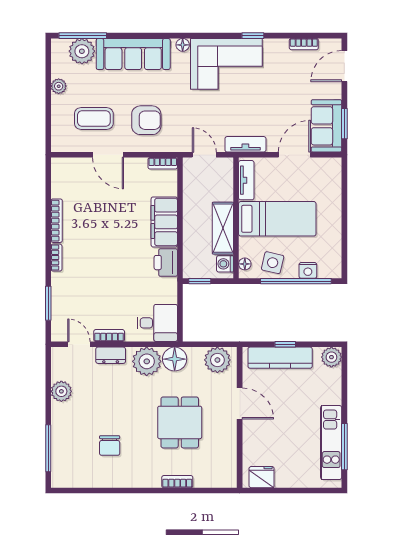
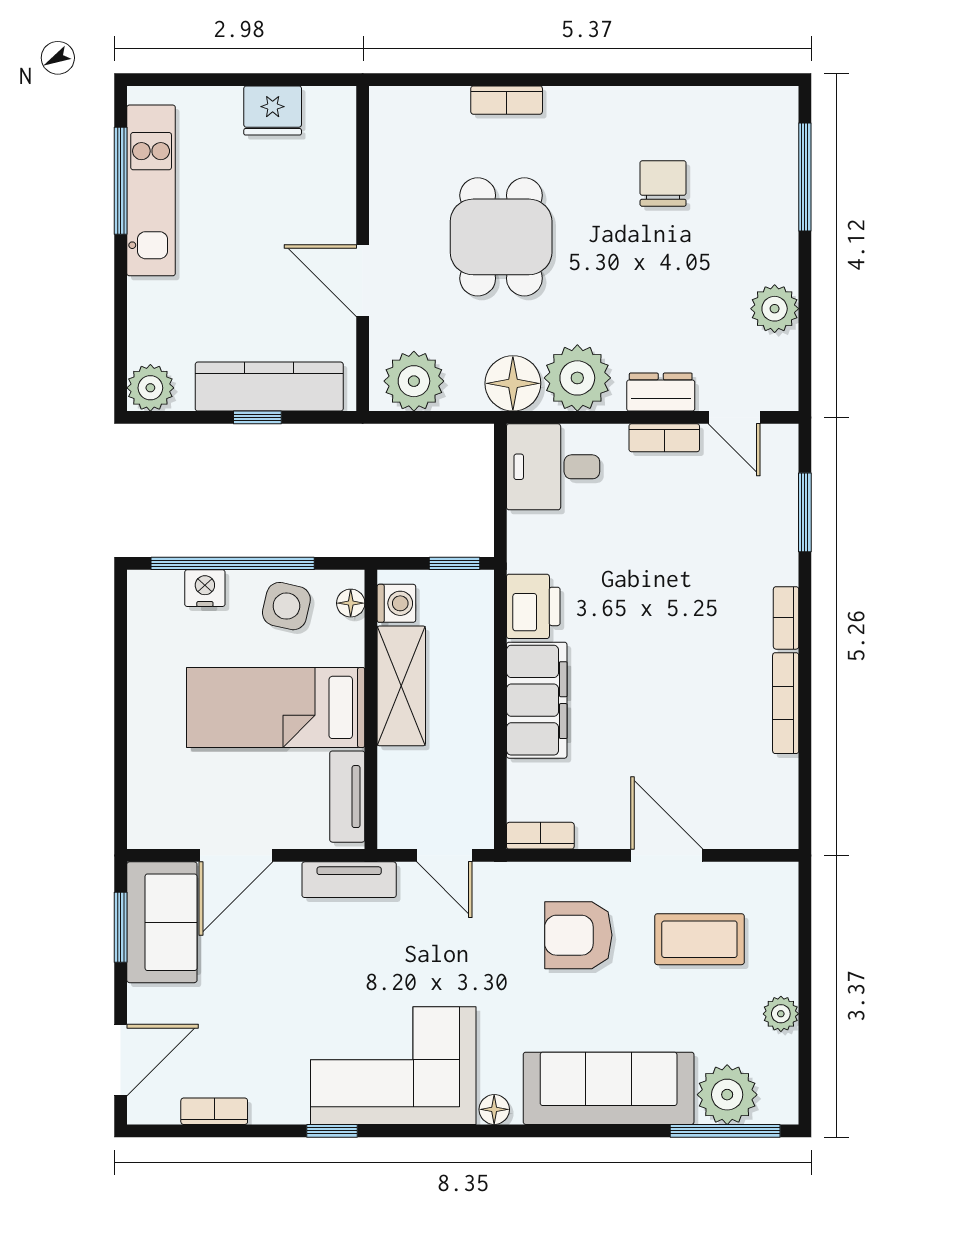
fridge: (262, 477) -> (273, 111), moved

